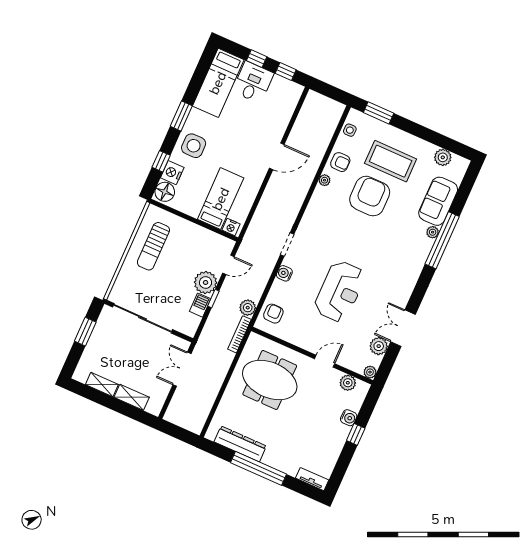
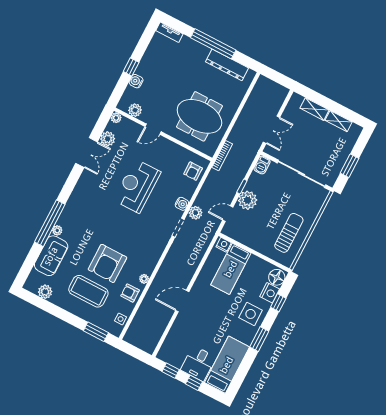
barbecue: (200, 305) -> (262, 165), moved
plant: (248, 308) -> (196, 213), moved

